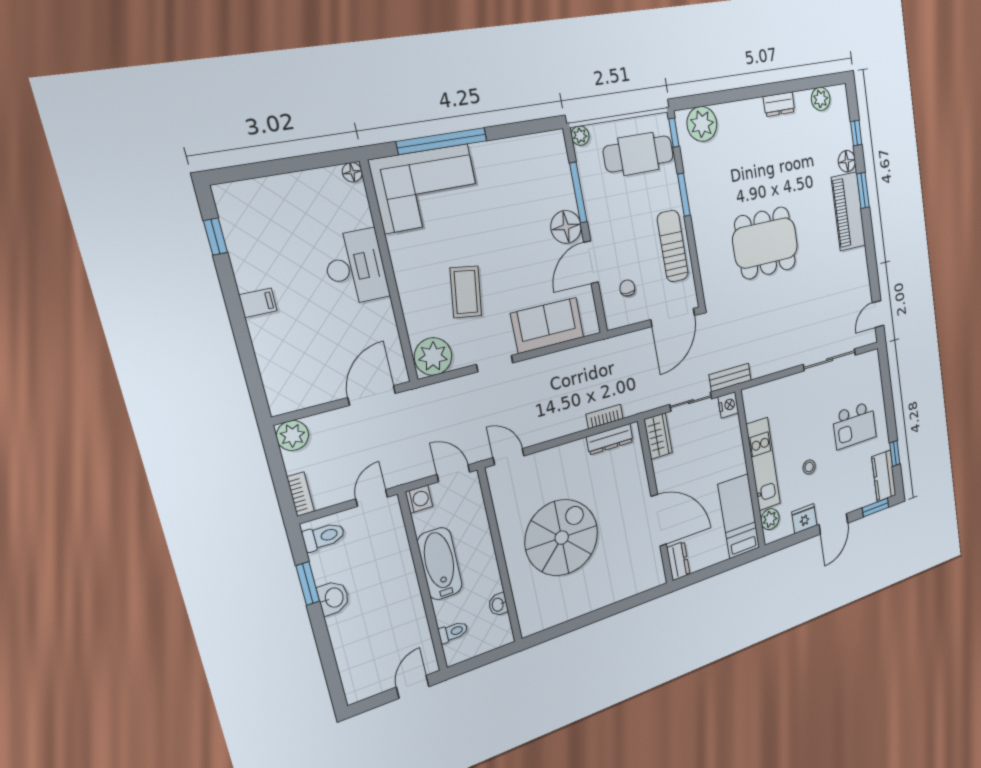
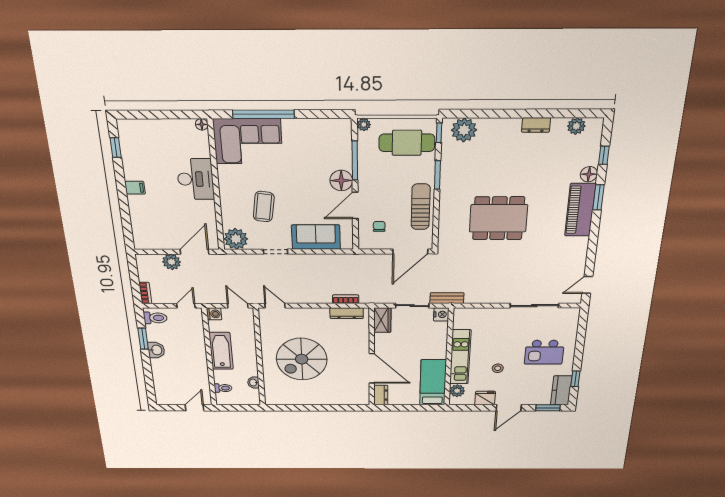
plant: (292, 436) -> (171, 262), moved
spiral stairs: (562, 538) -> (302, 359), turned 180

